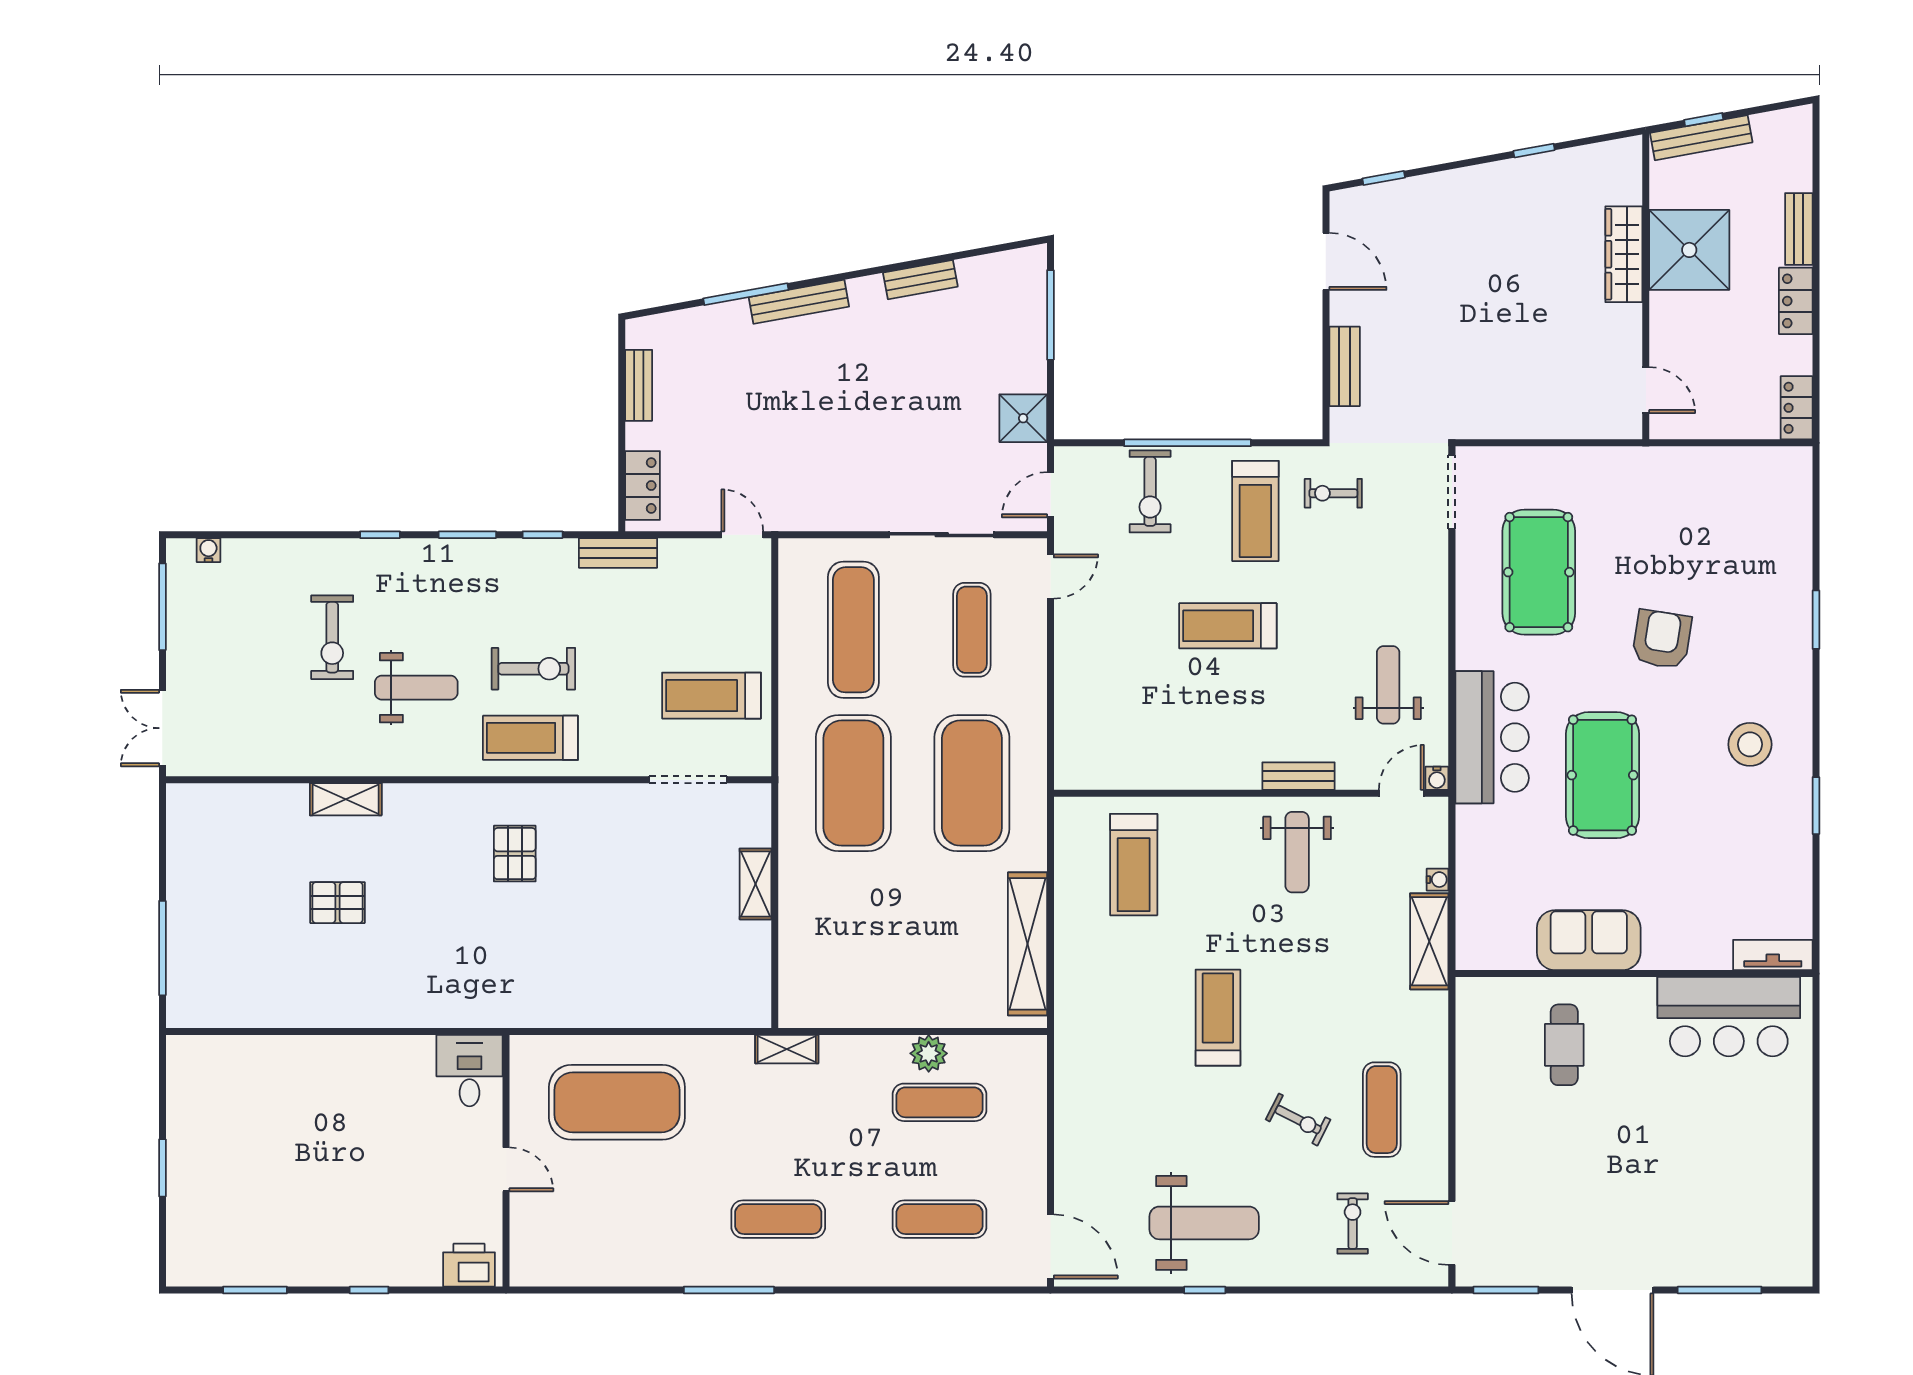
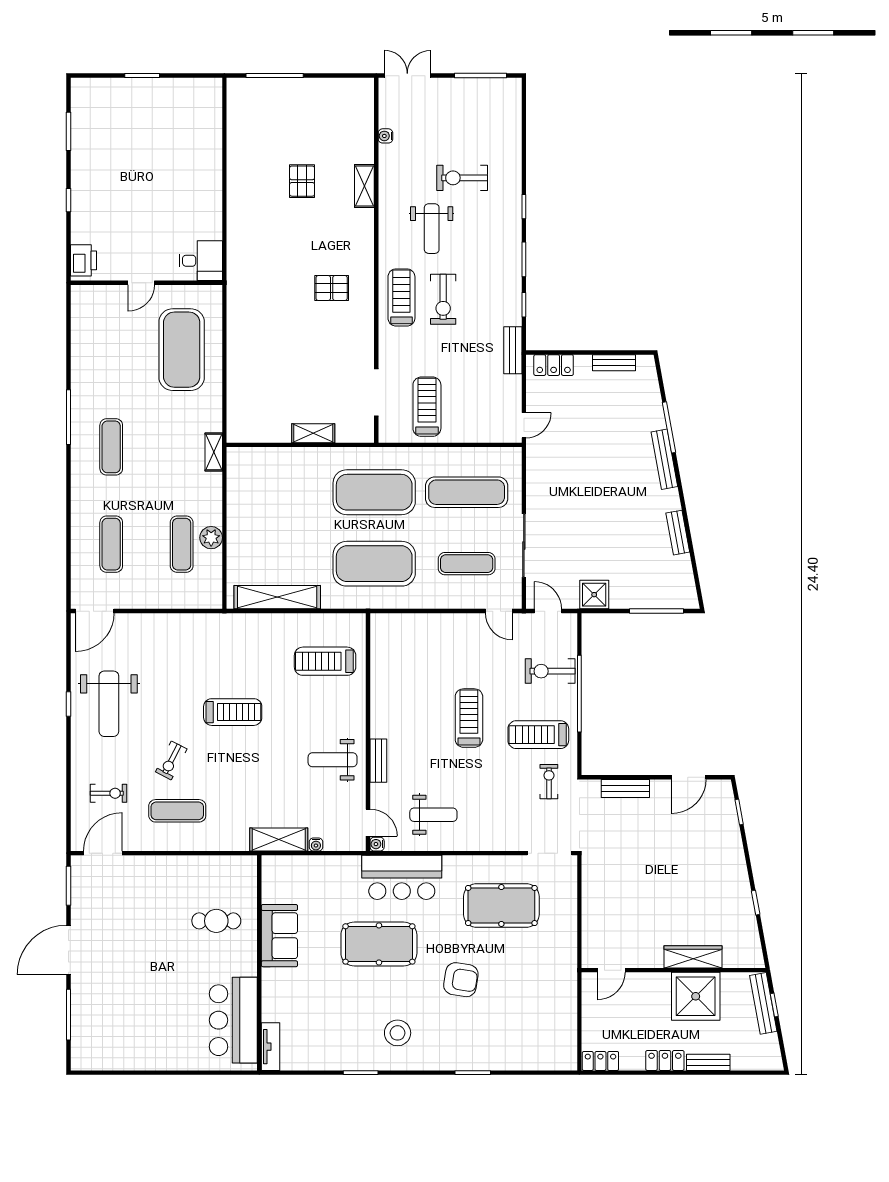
water cooler: (208, 550) -> (385, 136), moved, turned 180

